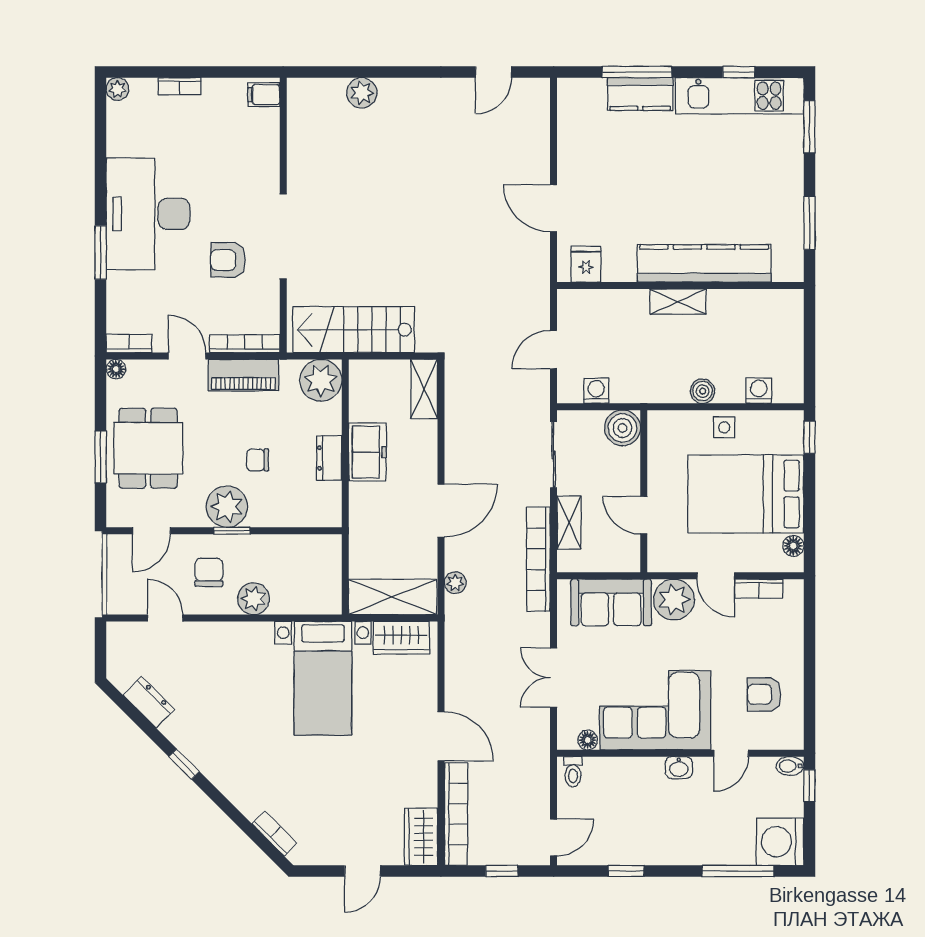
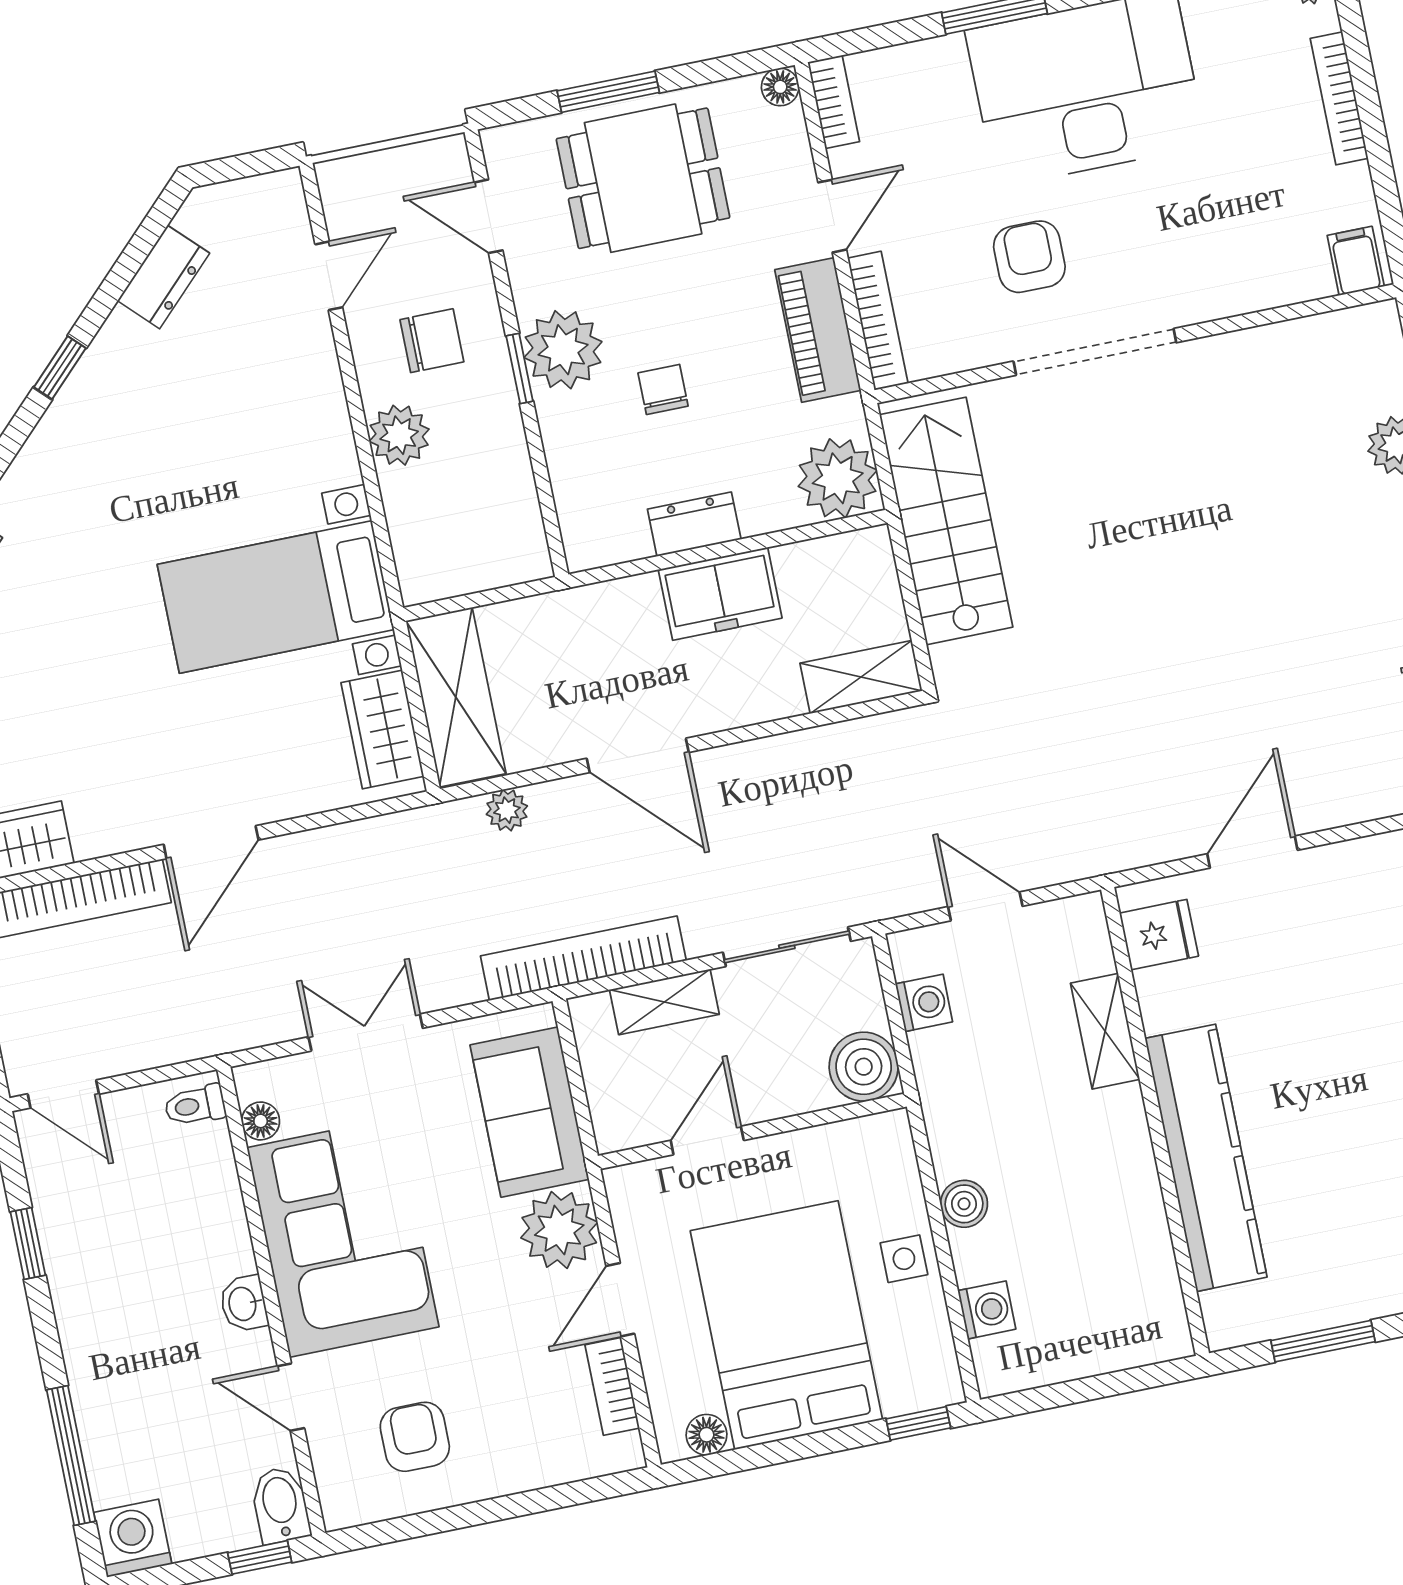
bookcase: (180, 86) -> (1339, 98), width x1.56
shelving: (678, 302) -> (1105, 1031), moved
bidet: (790, 766) -> (280, 1505), width x1.38, depth x1.36
washing machine: (780, 842) -> (133, 1538), width x0.73, depth x0.73

